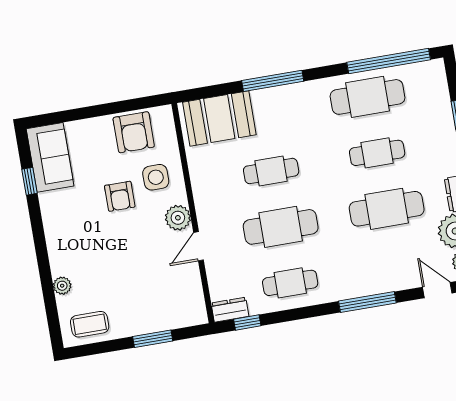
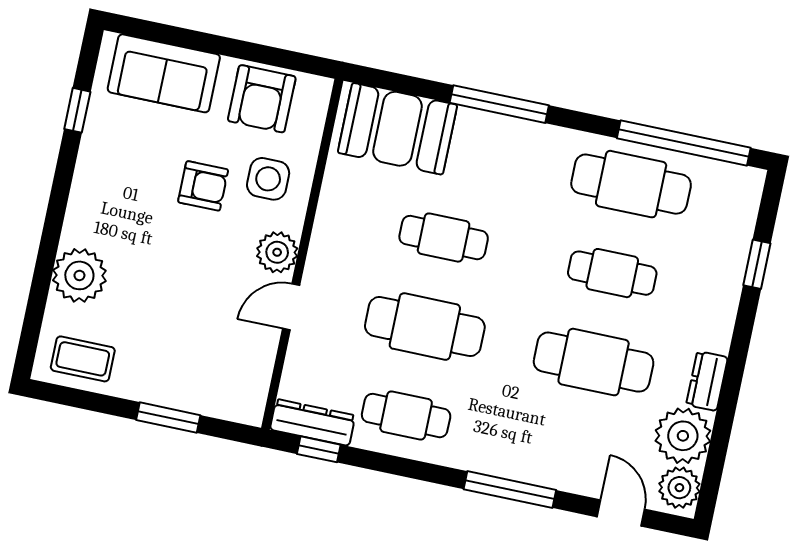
sofa: (50, 157) -> (164, 73), moved, turned 90
armchair: (120, 196) -> (203, 186), turned -90
plant: (62, 286) -> (79, 275), width x1.88, depth x1.88
dresser: (230, 310) -> (313, 422), width x1.44

